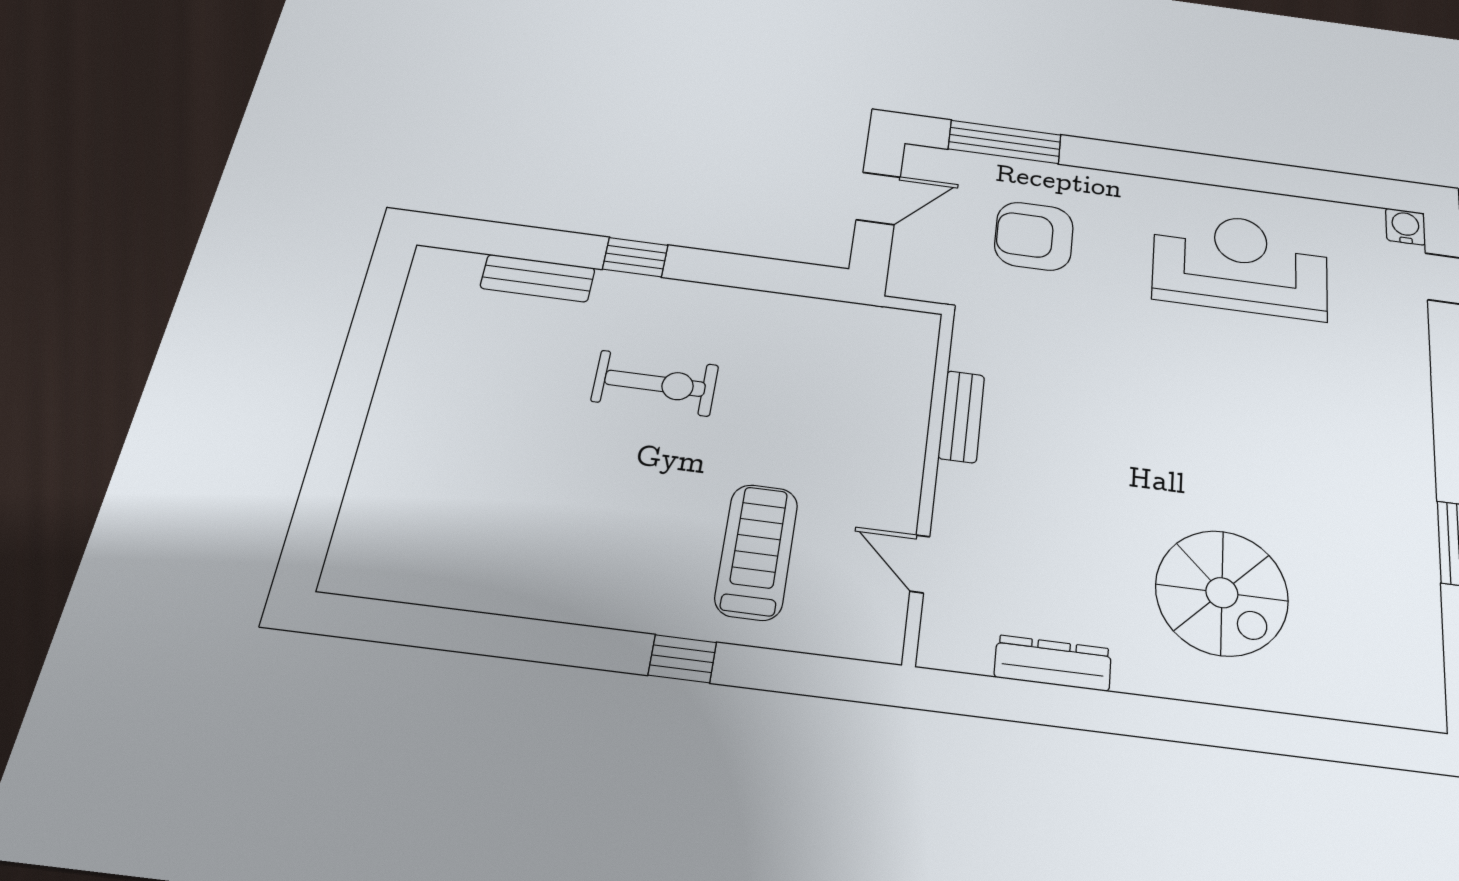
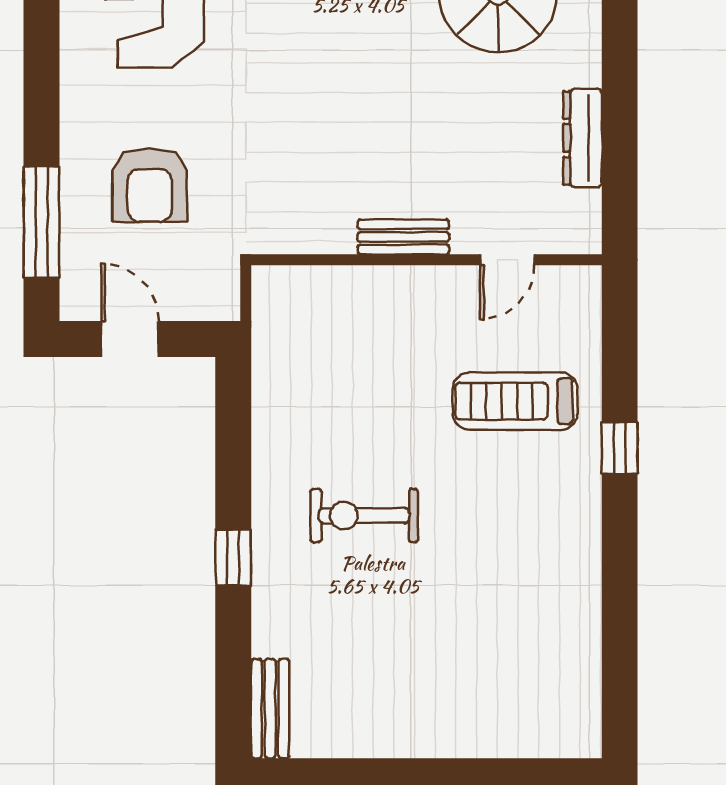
bench: (538, 278) -> (270, 709), moved
exercise bike: (655, 383) -> (364, 516), turned -90
bench: (961, 417) -> (403, 237), moved

